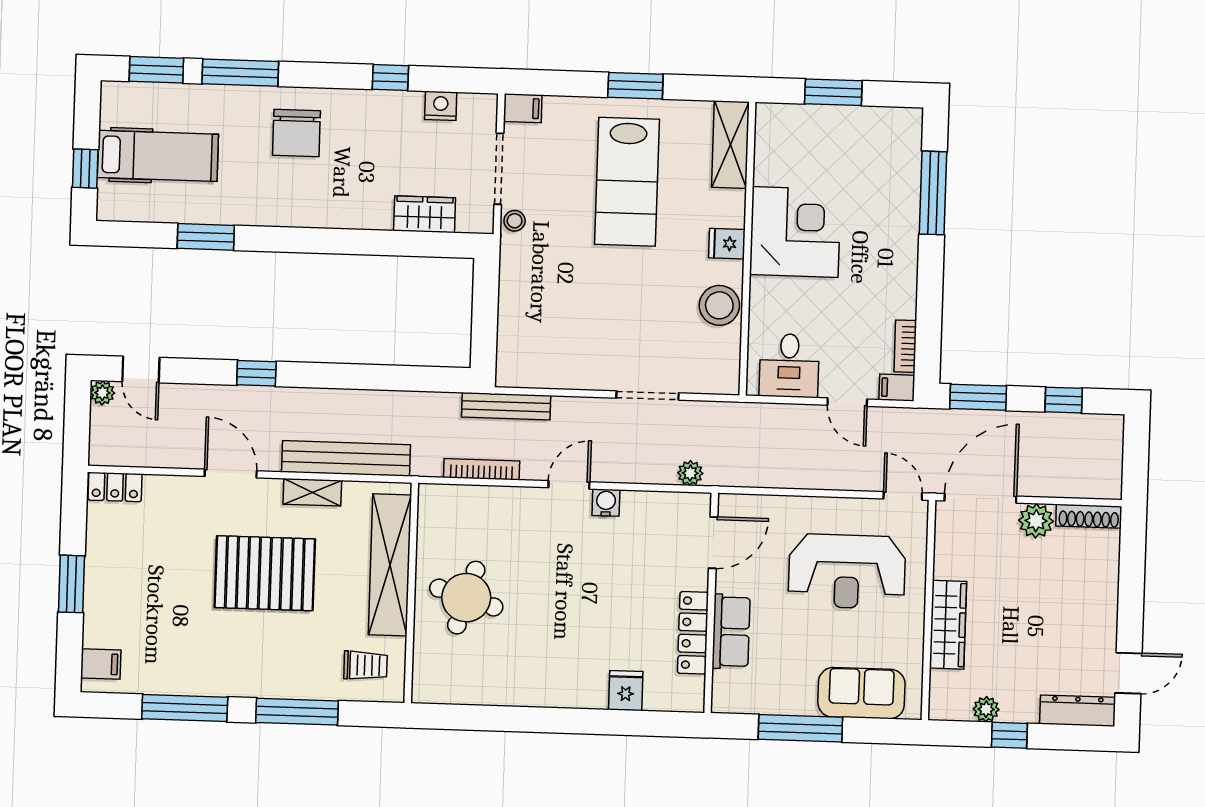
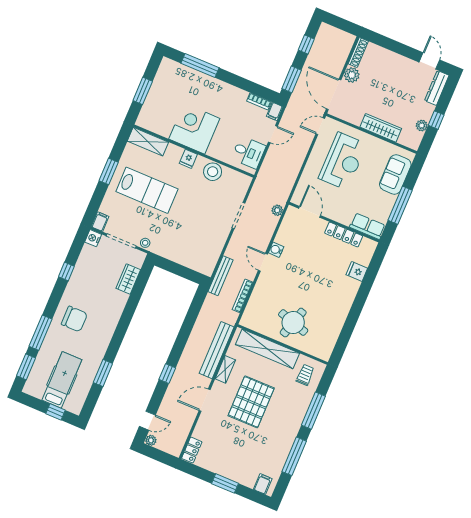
nightstand: (441, 106) -> (93, 238), moved
row of seats: (731, 632) -> (367, 226), moved

